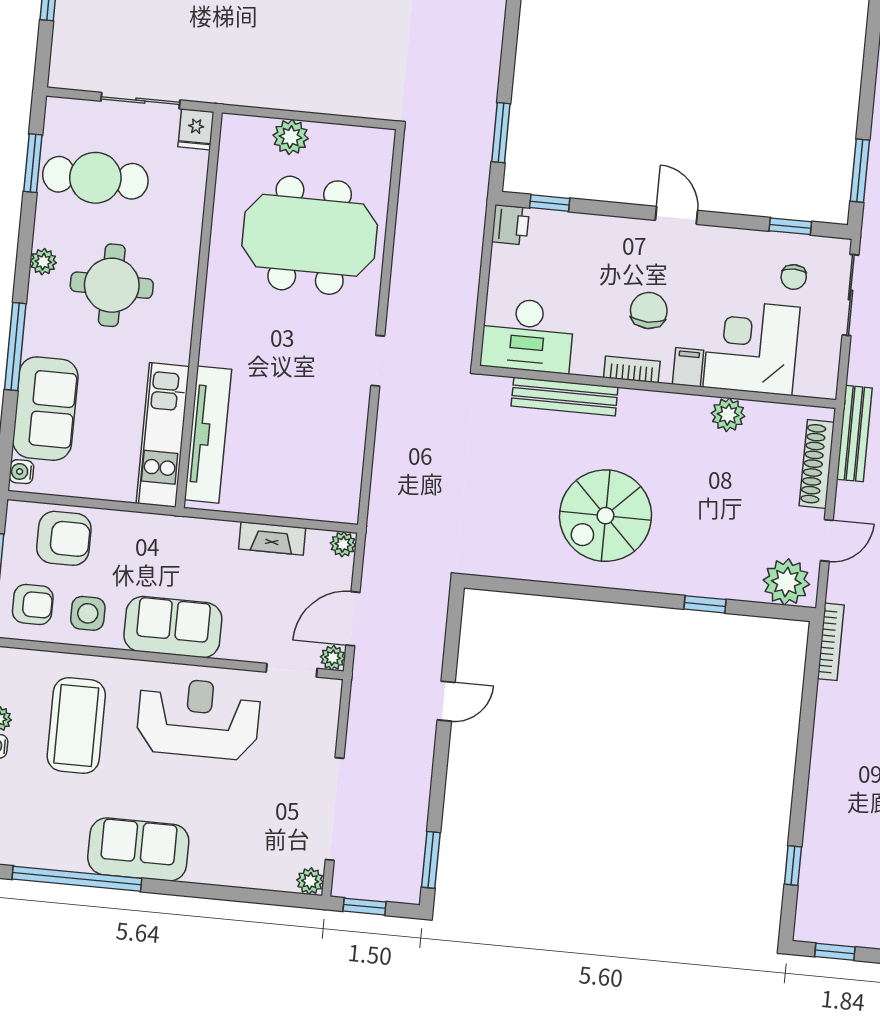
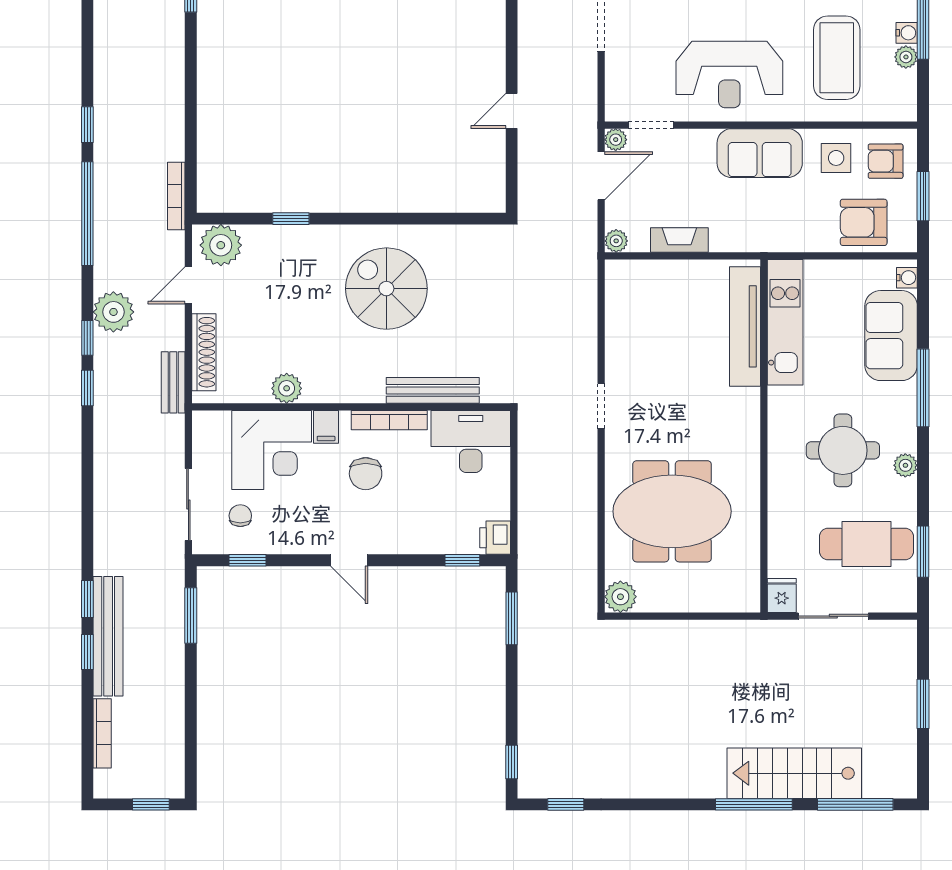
plant: (291, 137) -> (620, 597), moved
bookcase: (632, 369) -> (389, 420), width x1.56
bench: (854, 434) -> (173, 382), width x0.73
spiral stairs: (605, 516) -> (386, 289), turned -90

